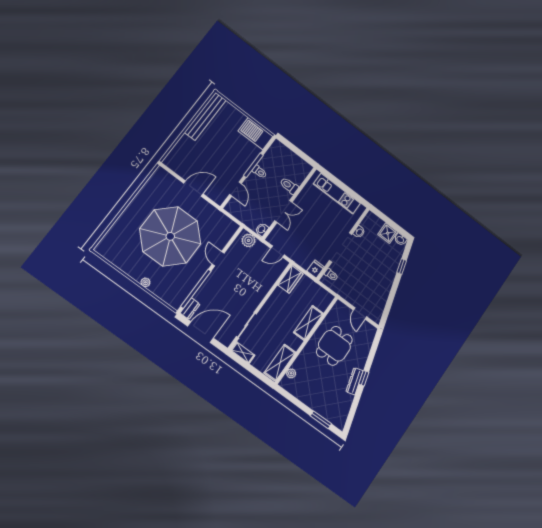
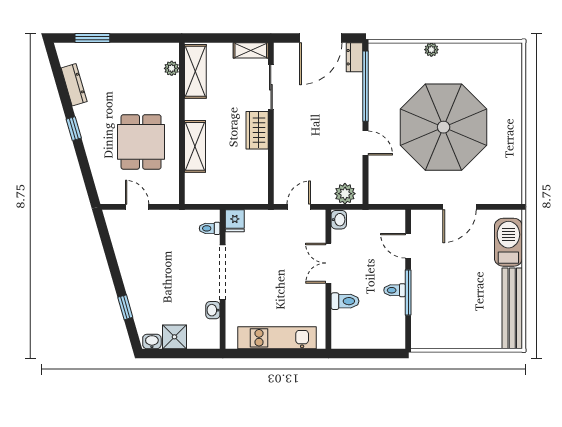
barbecue: (256, 134) -> (508, 242), moved, turned -90
wardrobe: (290, 279) -> (257, 130), moved
dresser: (354, 381) -> (74, 85), moved

